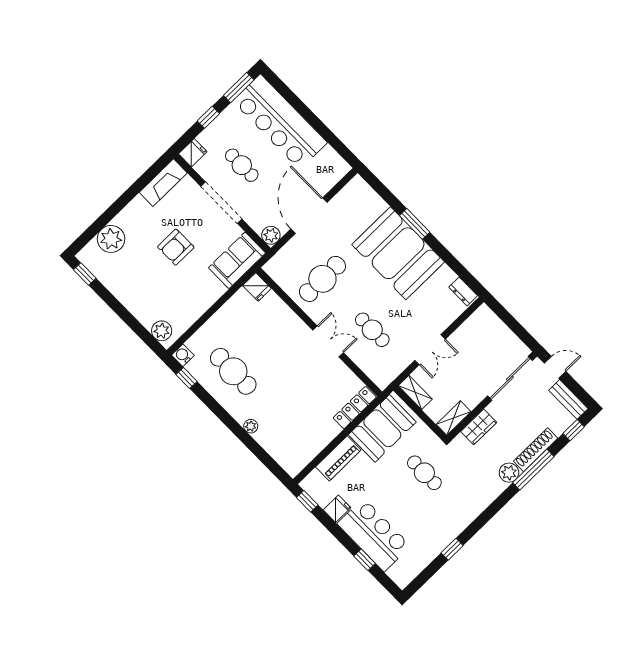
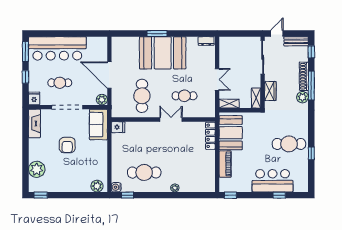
cafe table: (424, 473) -> (289, 144), moved, width x1.37, depth x1.35
fridge: (337, 509) -> (246, 186), removed

